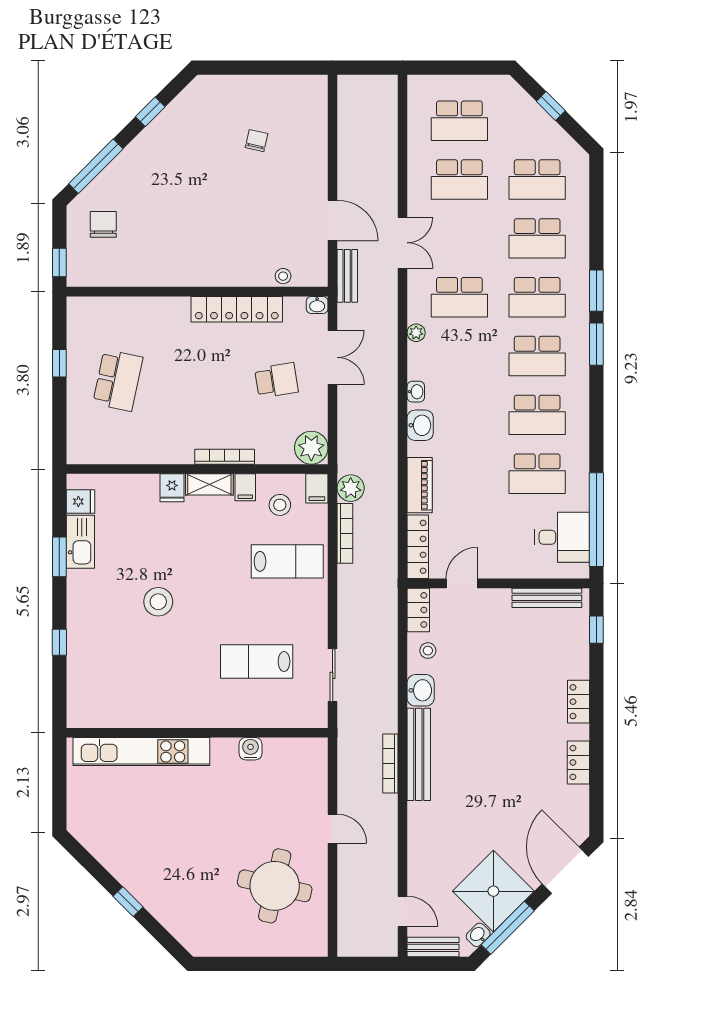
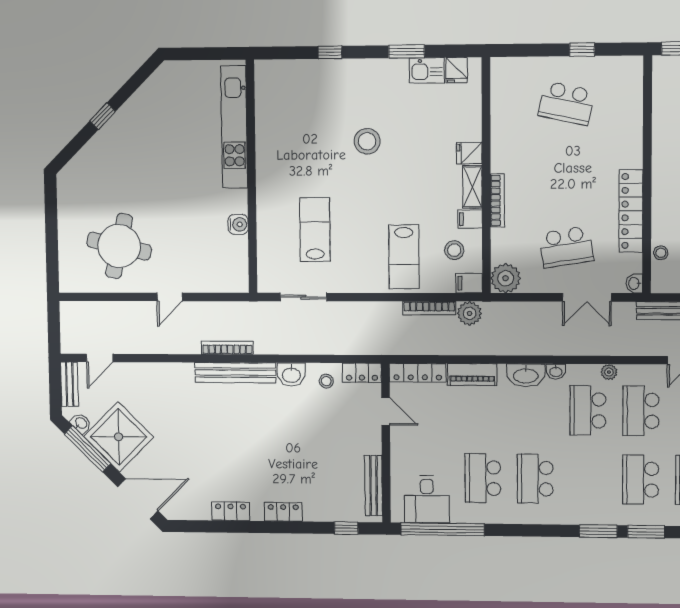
school desk: (537, 356) -> (588, 410), moved
school desk: (276, 380) -> (566, 247), width x1.85
washbasin: (420, 425) -> (526, 375), width x1.38
kitchen sink: (80, 542) -> (427, 70), width x0.73

